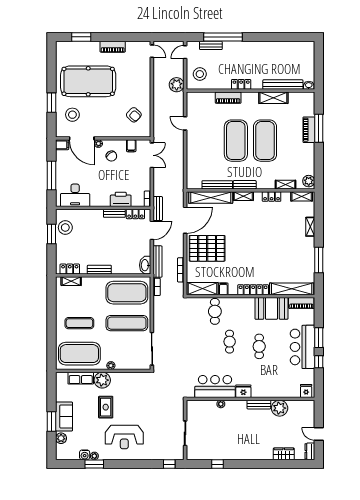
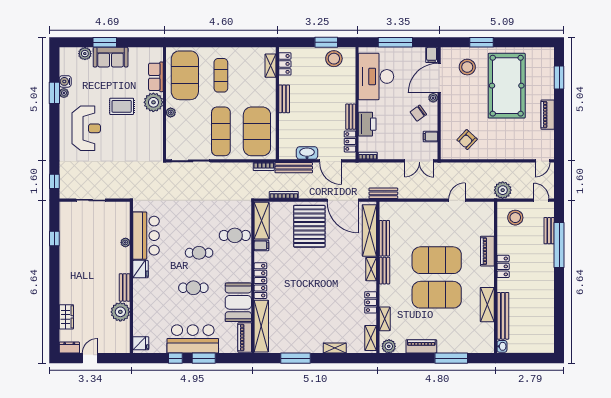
piano: (309, 130) -> (421, 346), moved
desk: (75, 195) -> (376, 76), width x1.36, depth x1.30
bench: (158, 209) -> (383, 193), moved
washbasin: (145, 265) -> (307, 153), moved
reception desk: (124, 437) -> (86, 128), turned 180

